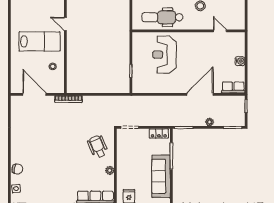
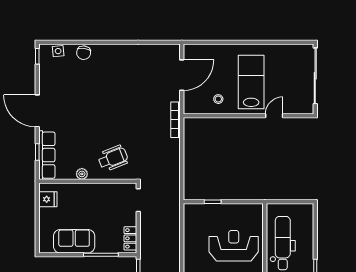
lab bench: (40, 41) -> (251, 82), turned 180
sofa: (161, 176) -> (74, 241), width x0.73

